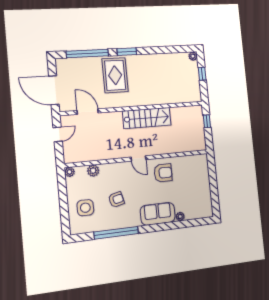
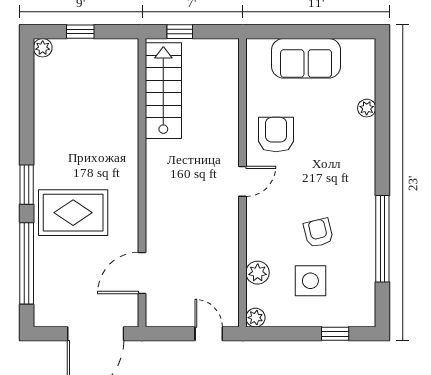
stairs: (147, 118) -> (163, 91), moved
door: (58, 134) -> (209, 334), moved
side table: (85, 208) -> (310, 281), moved
window: (65, 214) -> (335, 334), added
sofa: (158, 214) -> (306, 58), moved, turned -90

